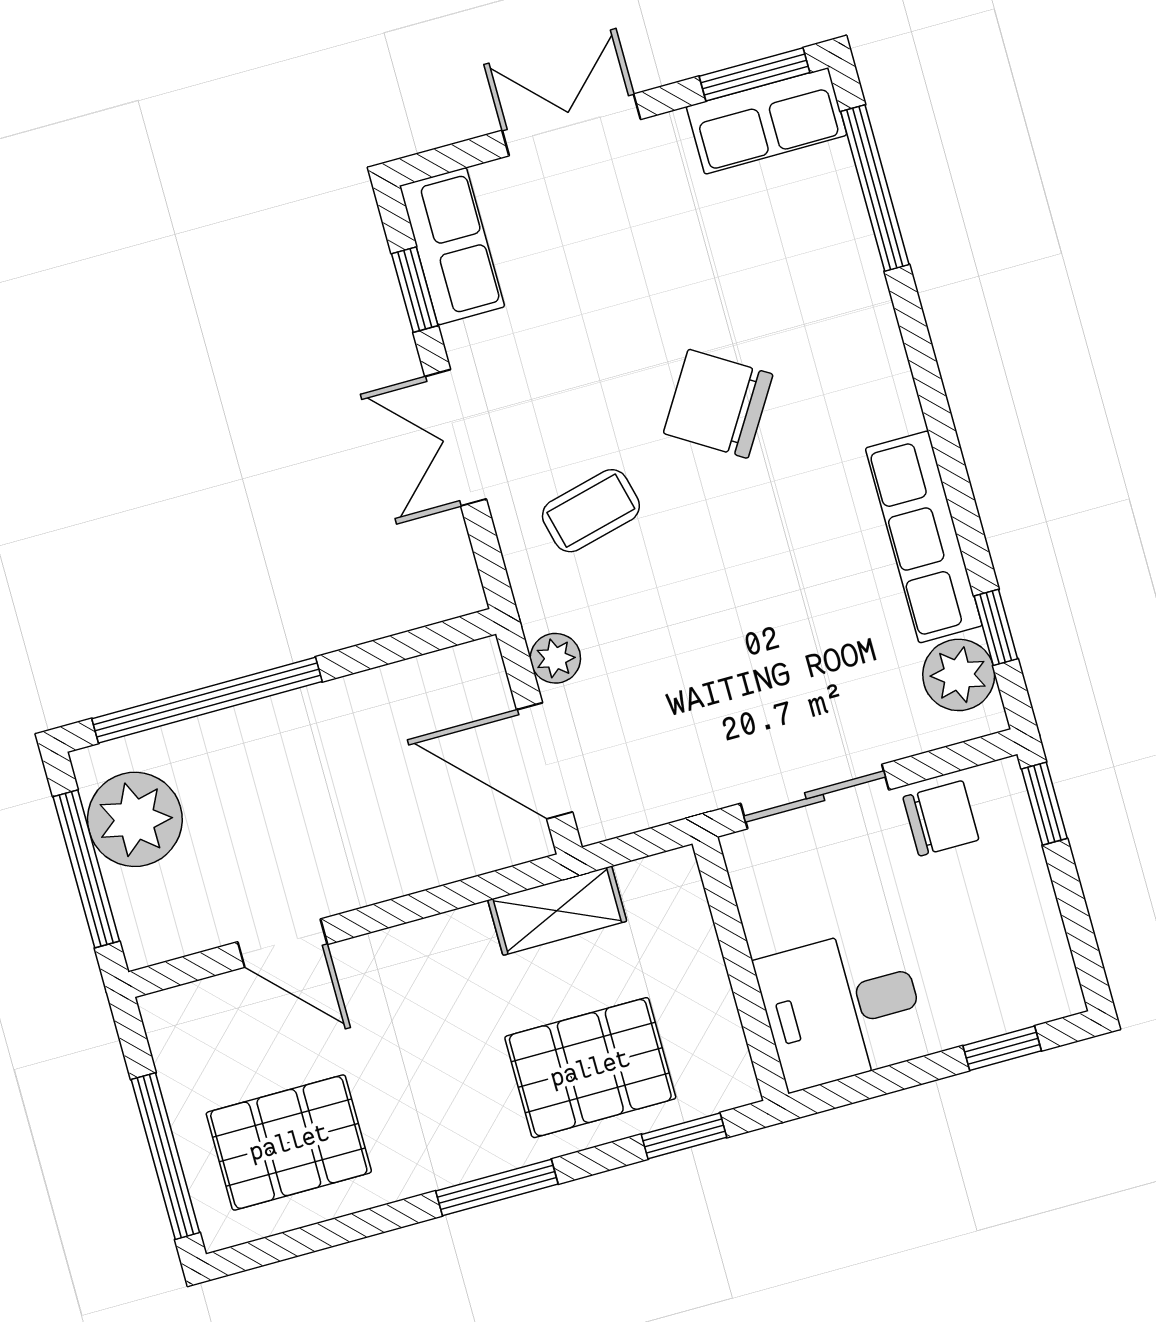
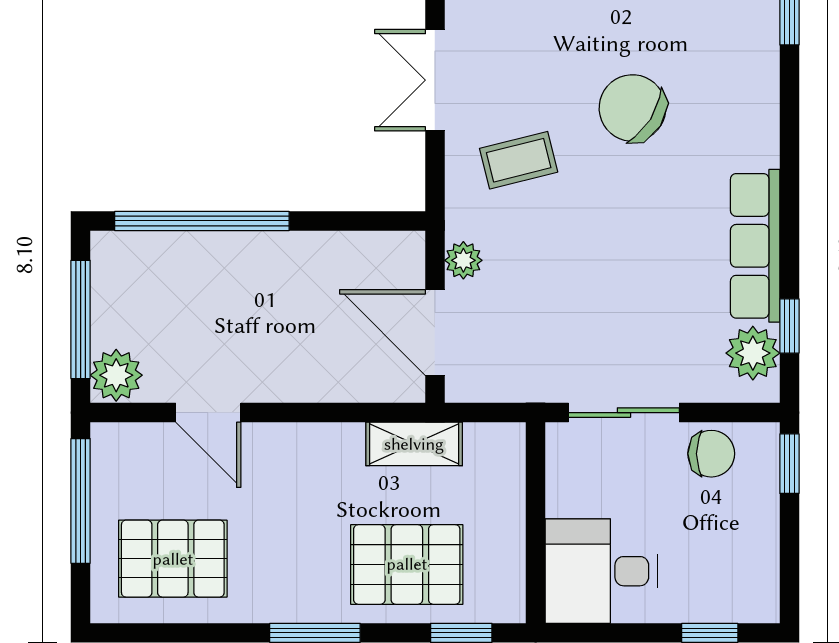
plant: (135, 819) -> (116, 375), moved, width x0.73, depth x0.73
window: (165, 1156) -> (81, 501), moved

